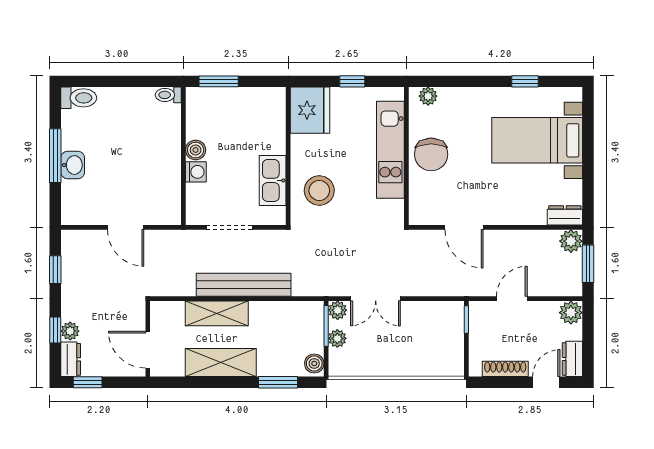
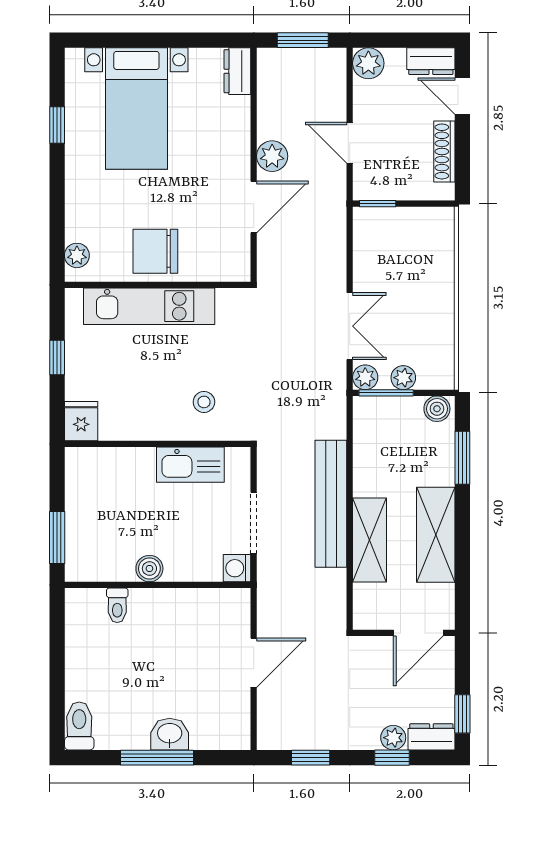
toilet: (168, 95) -> (117, 605), moved
fridge: (310, 110) -> (81, 421), width x0.53, depth x0.75
chair: (431, 154) -> (155, 251), turned 180
washing machine: (196, 172) -> (237, 568), moved, turned -90
stool: (319, 190) -> (204, 402), width x0.53, depth x0.53
plant: (571, 241) -> (272, 156), moved

